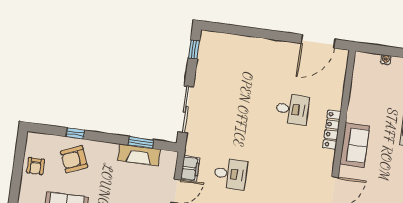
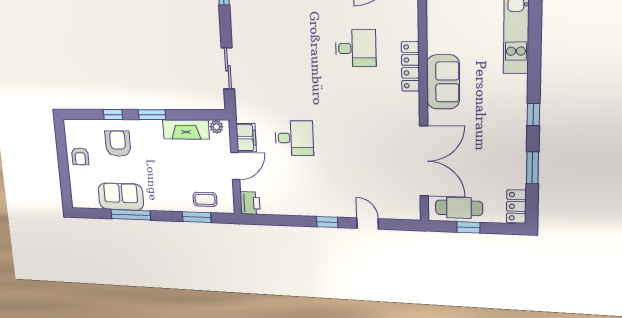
sliding door: (186, 109) -> (228, 68), width x0.73
window: (141, 142) -> (152, 115), moved
plant: (166, 156) -> (216, 127), added
armchair: (74, 159) -> (118, 144), turned 112

